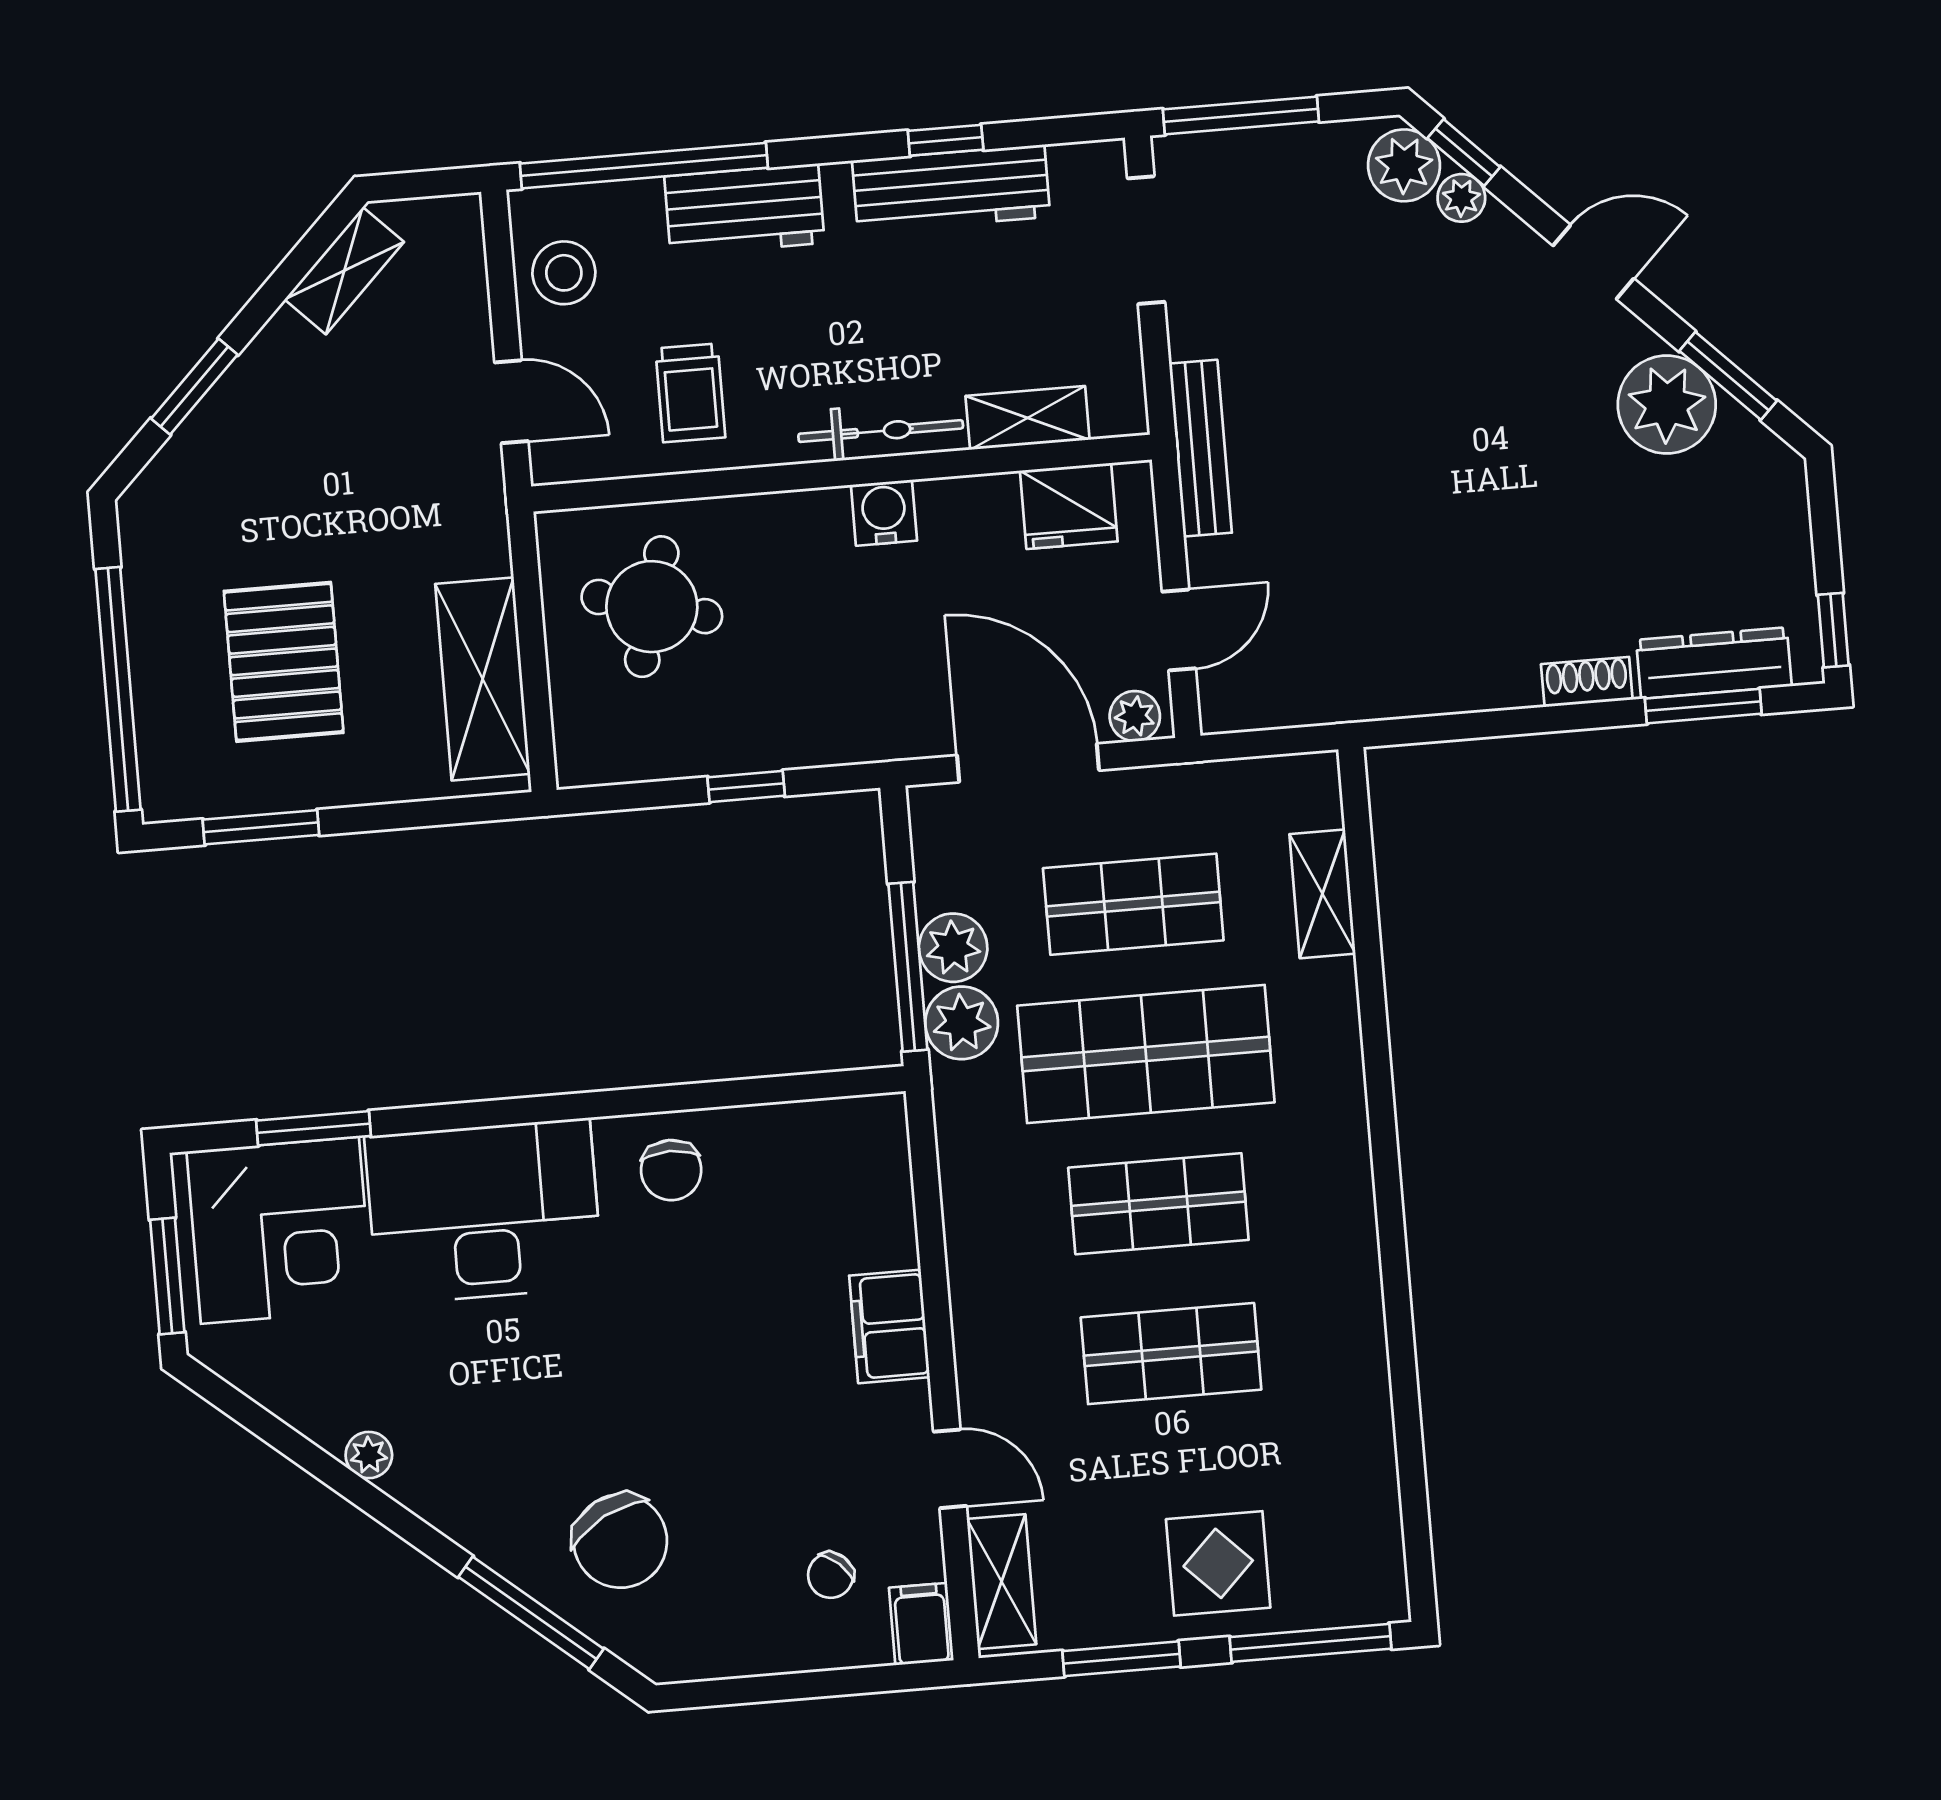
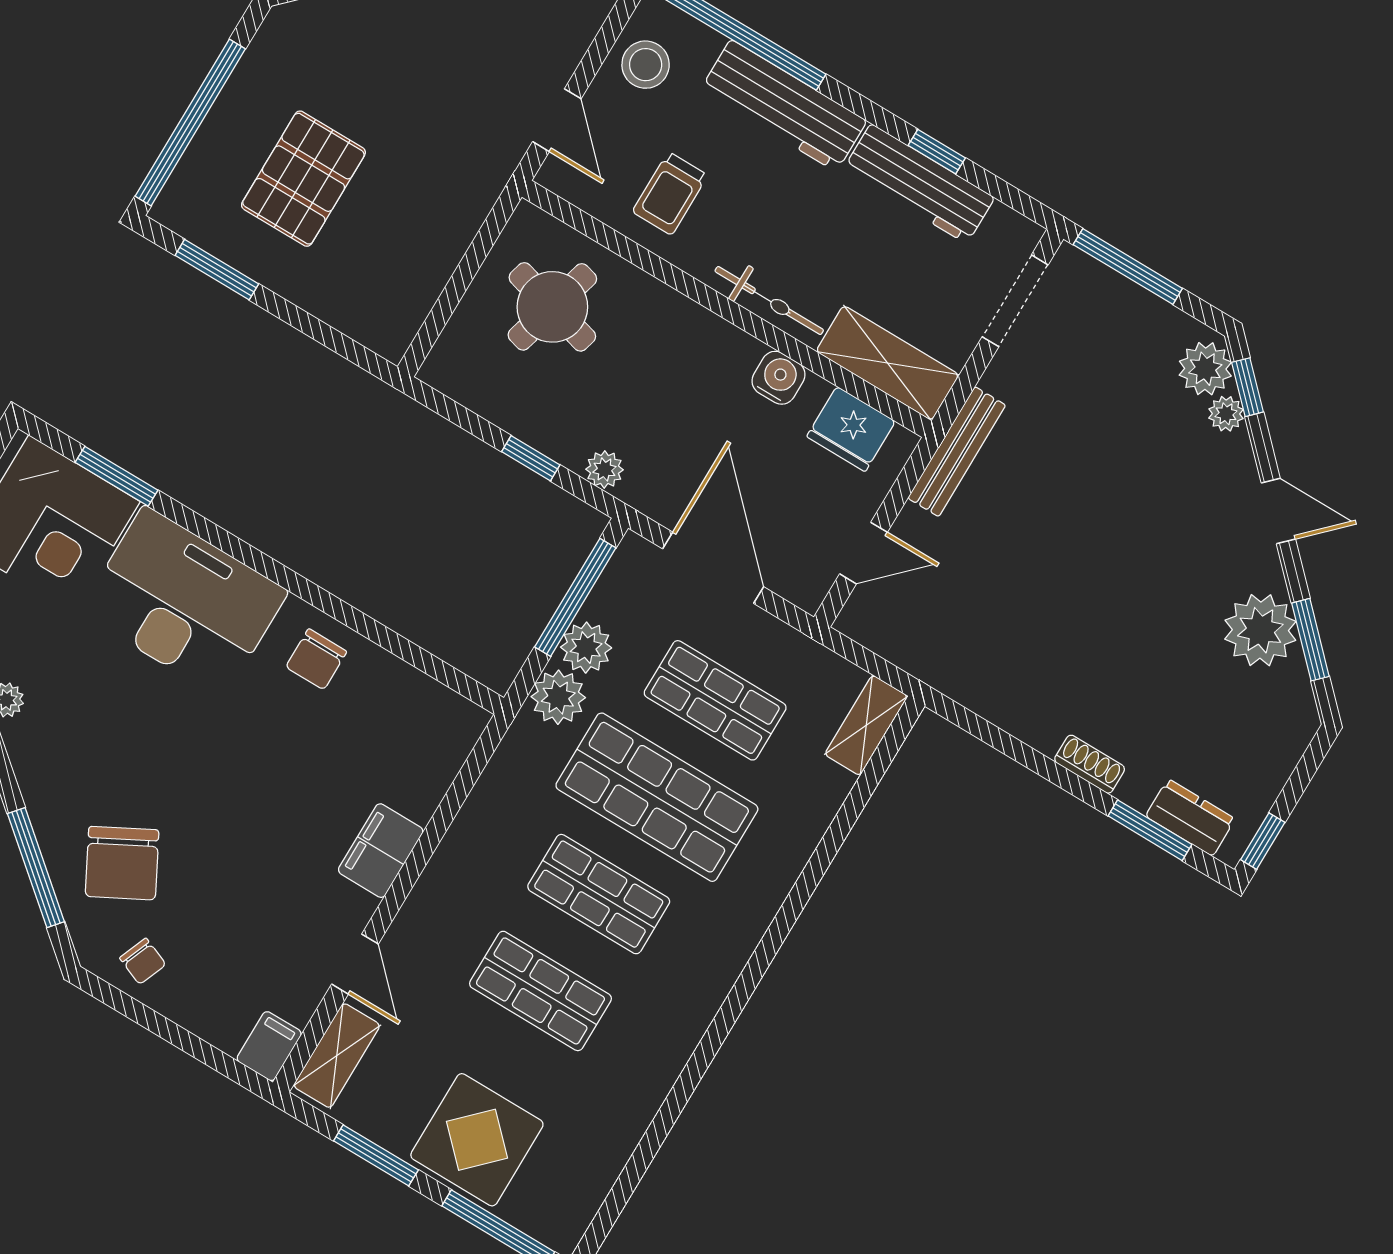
workbench: (744, 210) -> (783, 105), width x1.38
shelving: (1028, 418) -> (887, 363), width x1.50, depth x1.33
water cooler: (884, 513) -> (778, 378), moved
dresser: (1714, 663) -> (1190, 818), width x0.70
shelving: (483, 679) -> (417, 277), removed
plant: (1135, 716) -> (604, 469), moved
shelving: (1322, 894) -> (866, 725), moved
window: (908, 967) -> (575, 597), moved
display table: (1218, 1563) -> (477, 1140), width x1.36, depth x1.36
chair: (831, 1575) -> (143, 961), moved, turned -110

